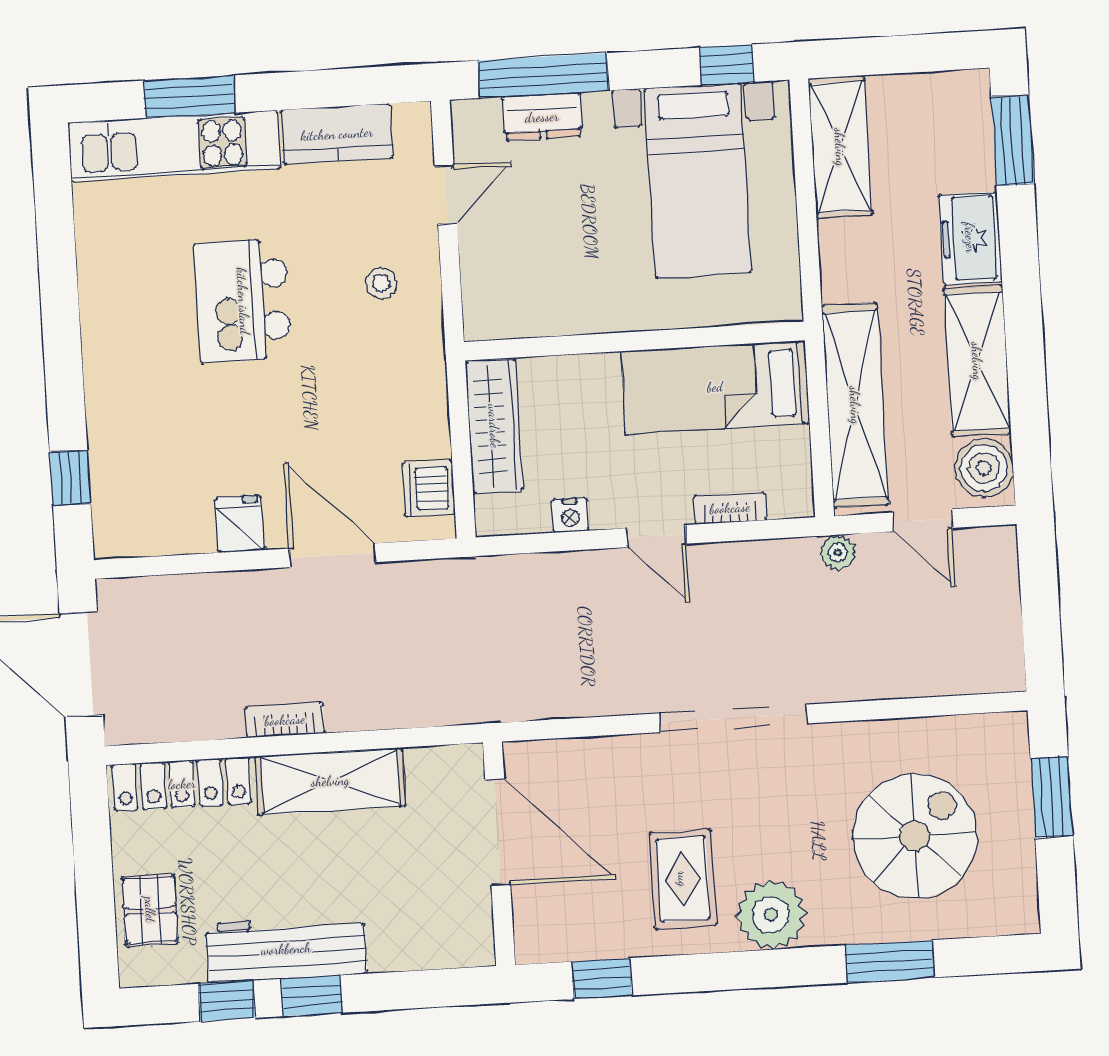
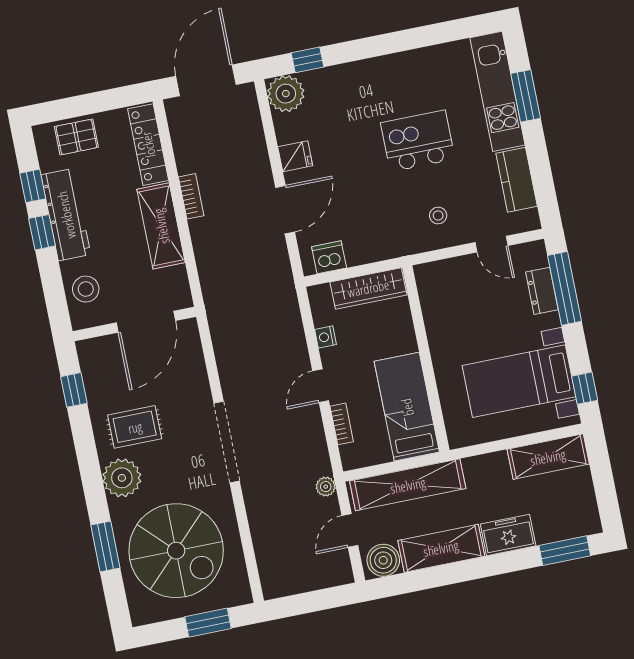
plant: (125, 525) -> (286, 94), added
spiral stairs: (915, 836) -> (176, 551), width x1.37, depth x1.37
stool: (424, 932) -> (86, 289), added

